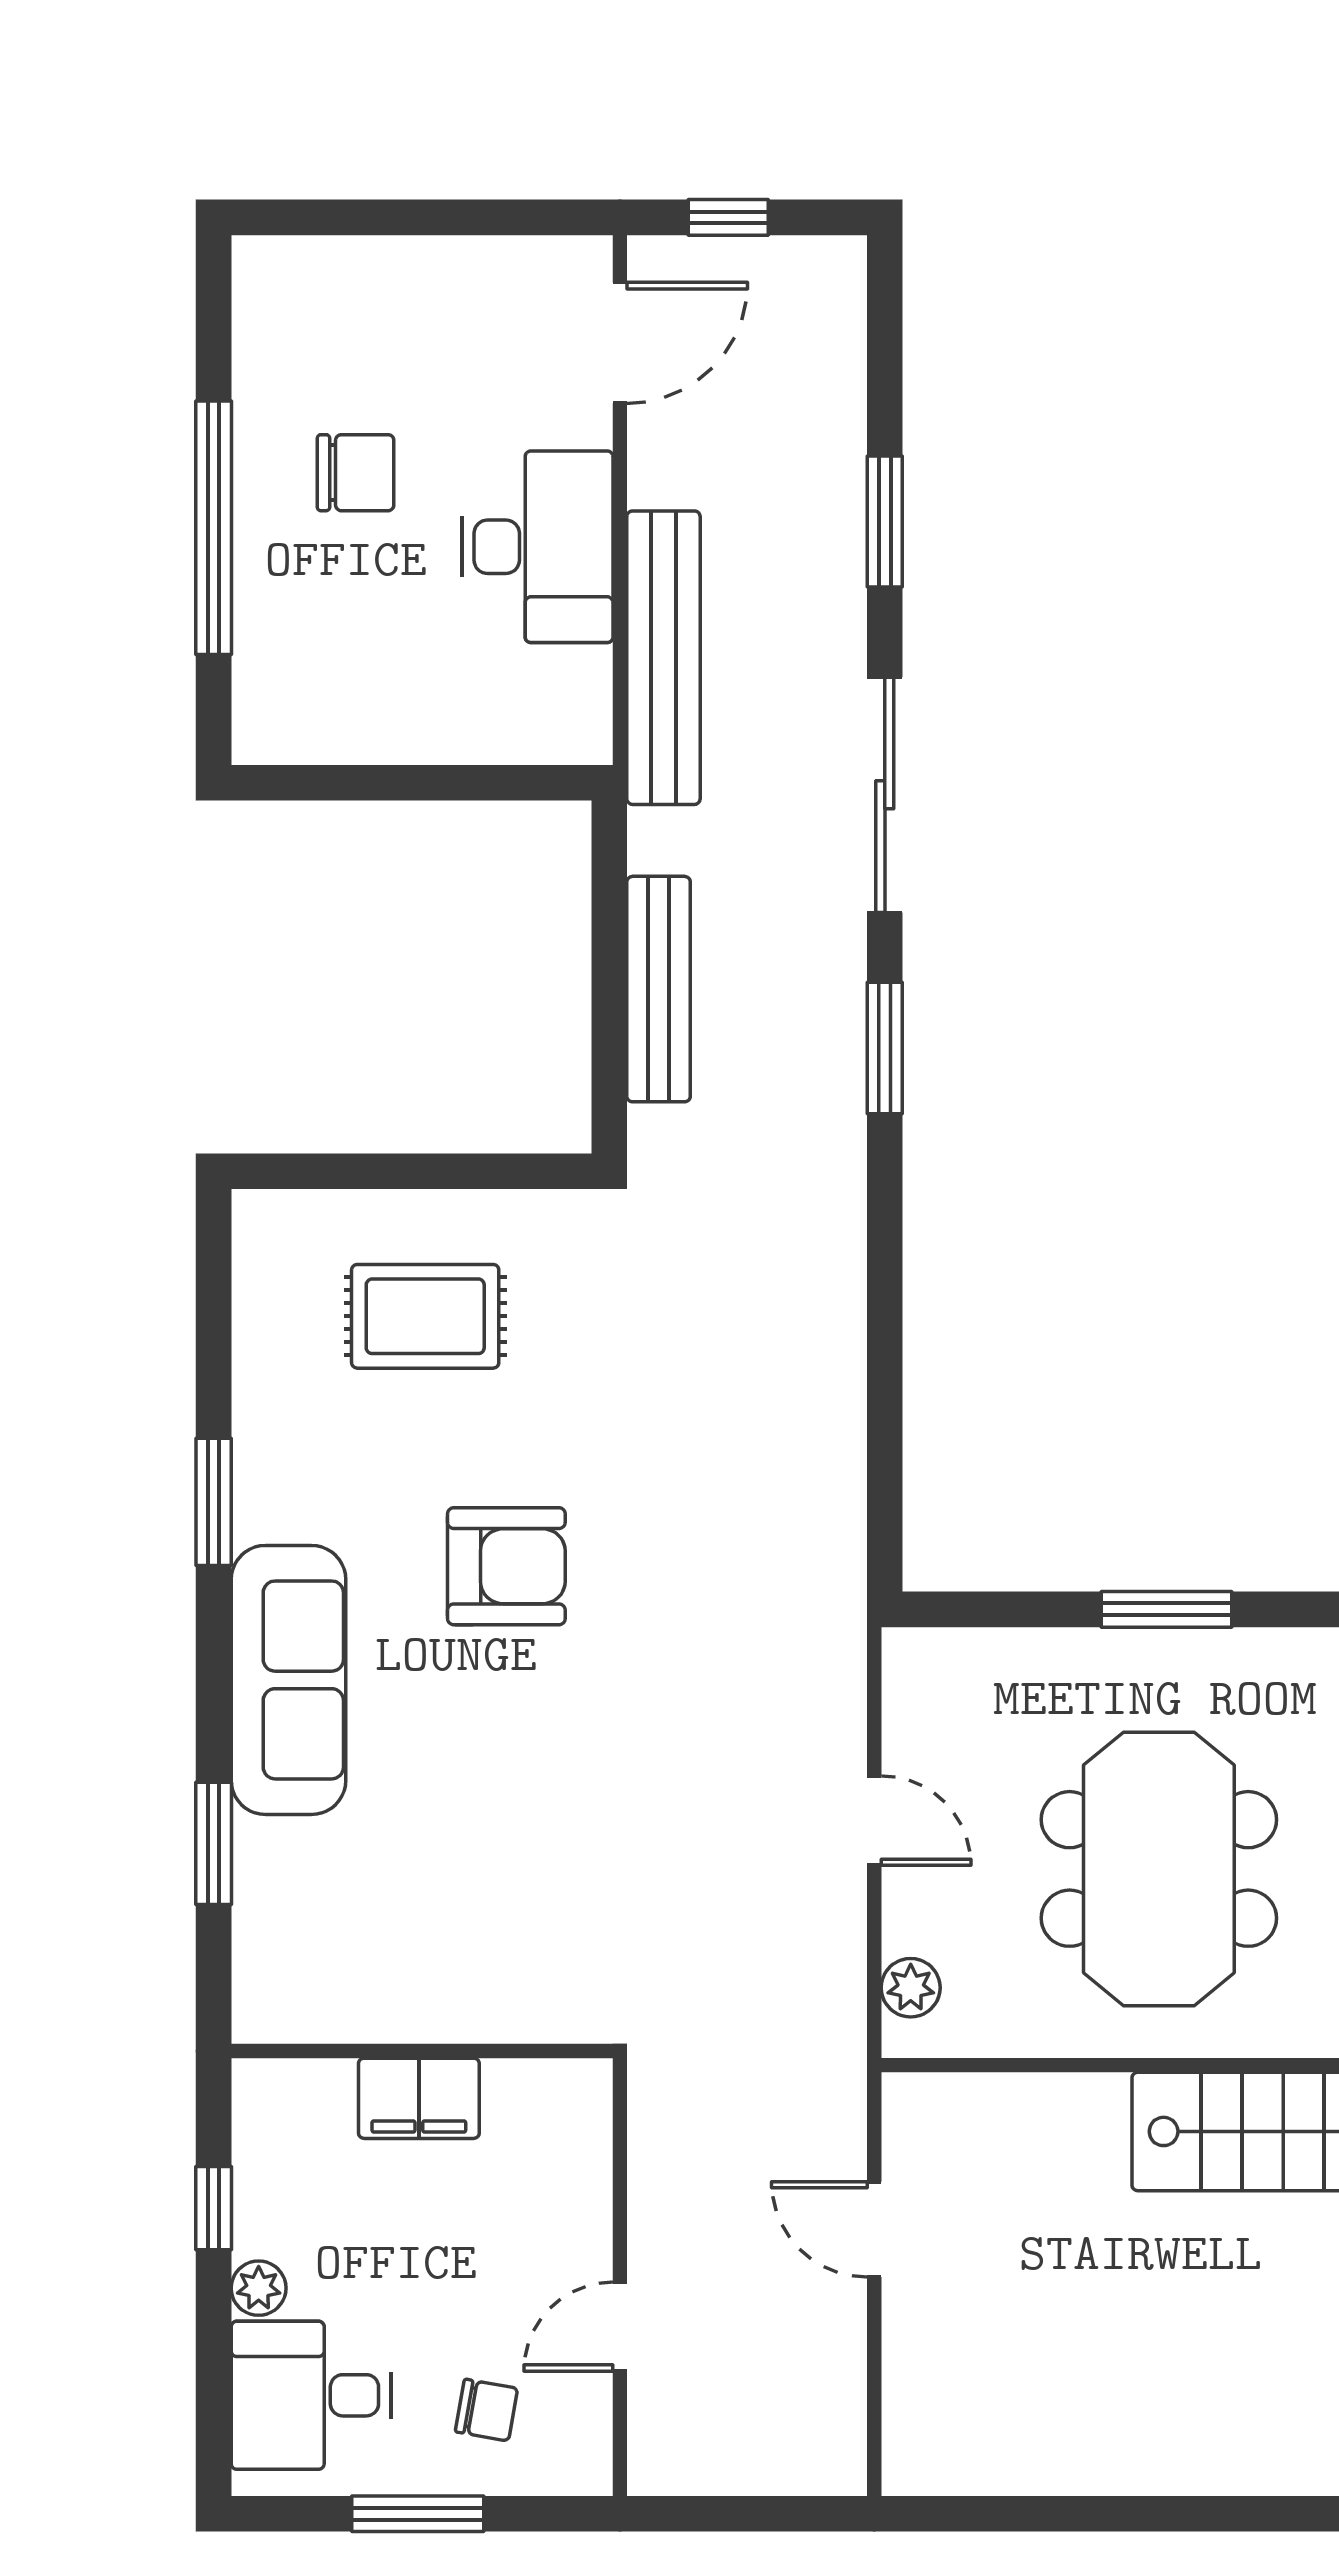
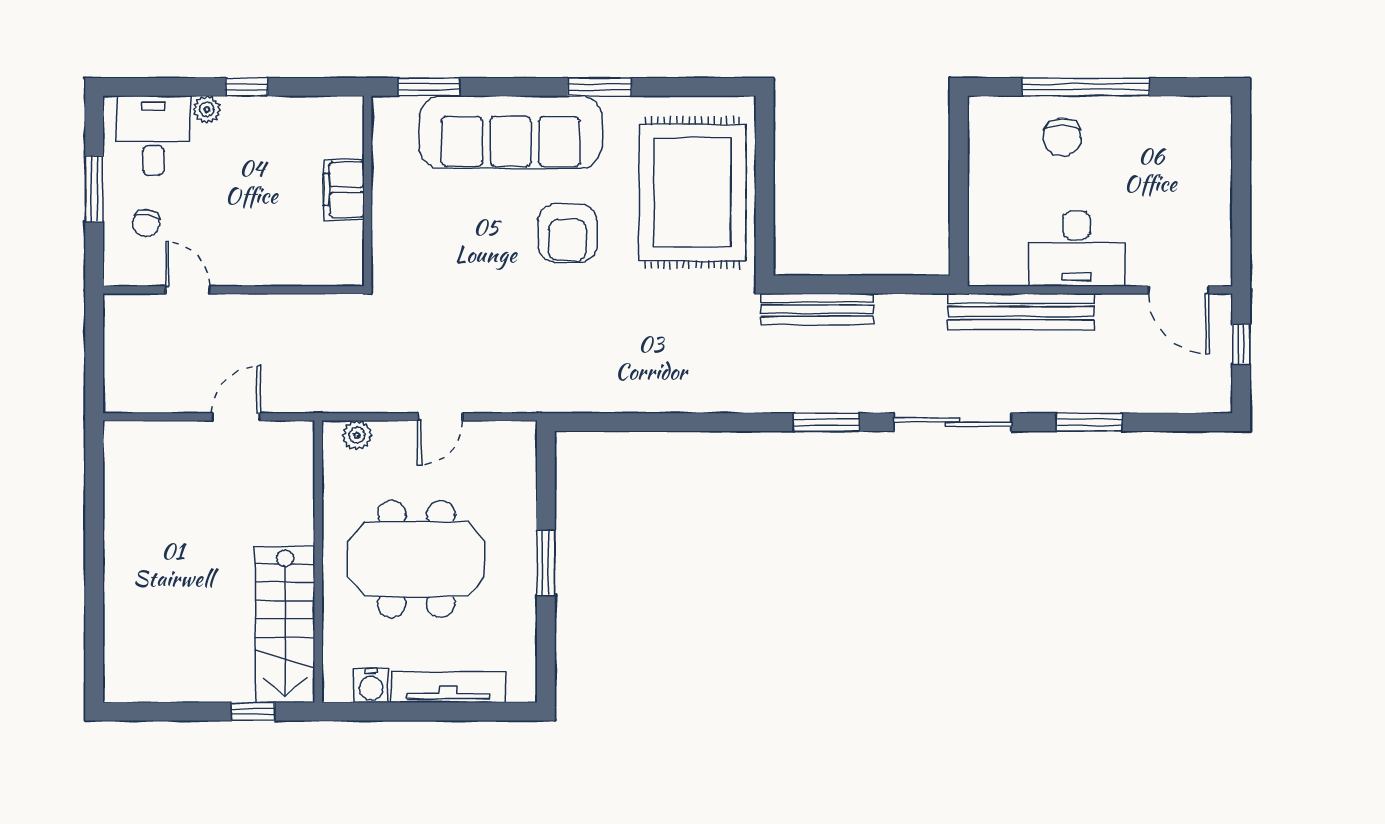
chair: (356, 473) -> (1062, 137), moved
bench: (659, 989) -> (817, 309), moved
rug: (425, 1316) -> (692, 193), width x1.86, depth x2.06
sofa: (288, 1680) -> (511, 132), width x1.36, depth x1.27
wall: (422, 2051) -> (368, 191), moved
filing cabinet: (419, 2098) -> (344, 189), moved

